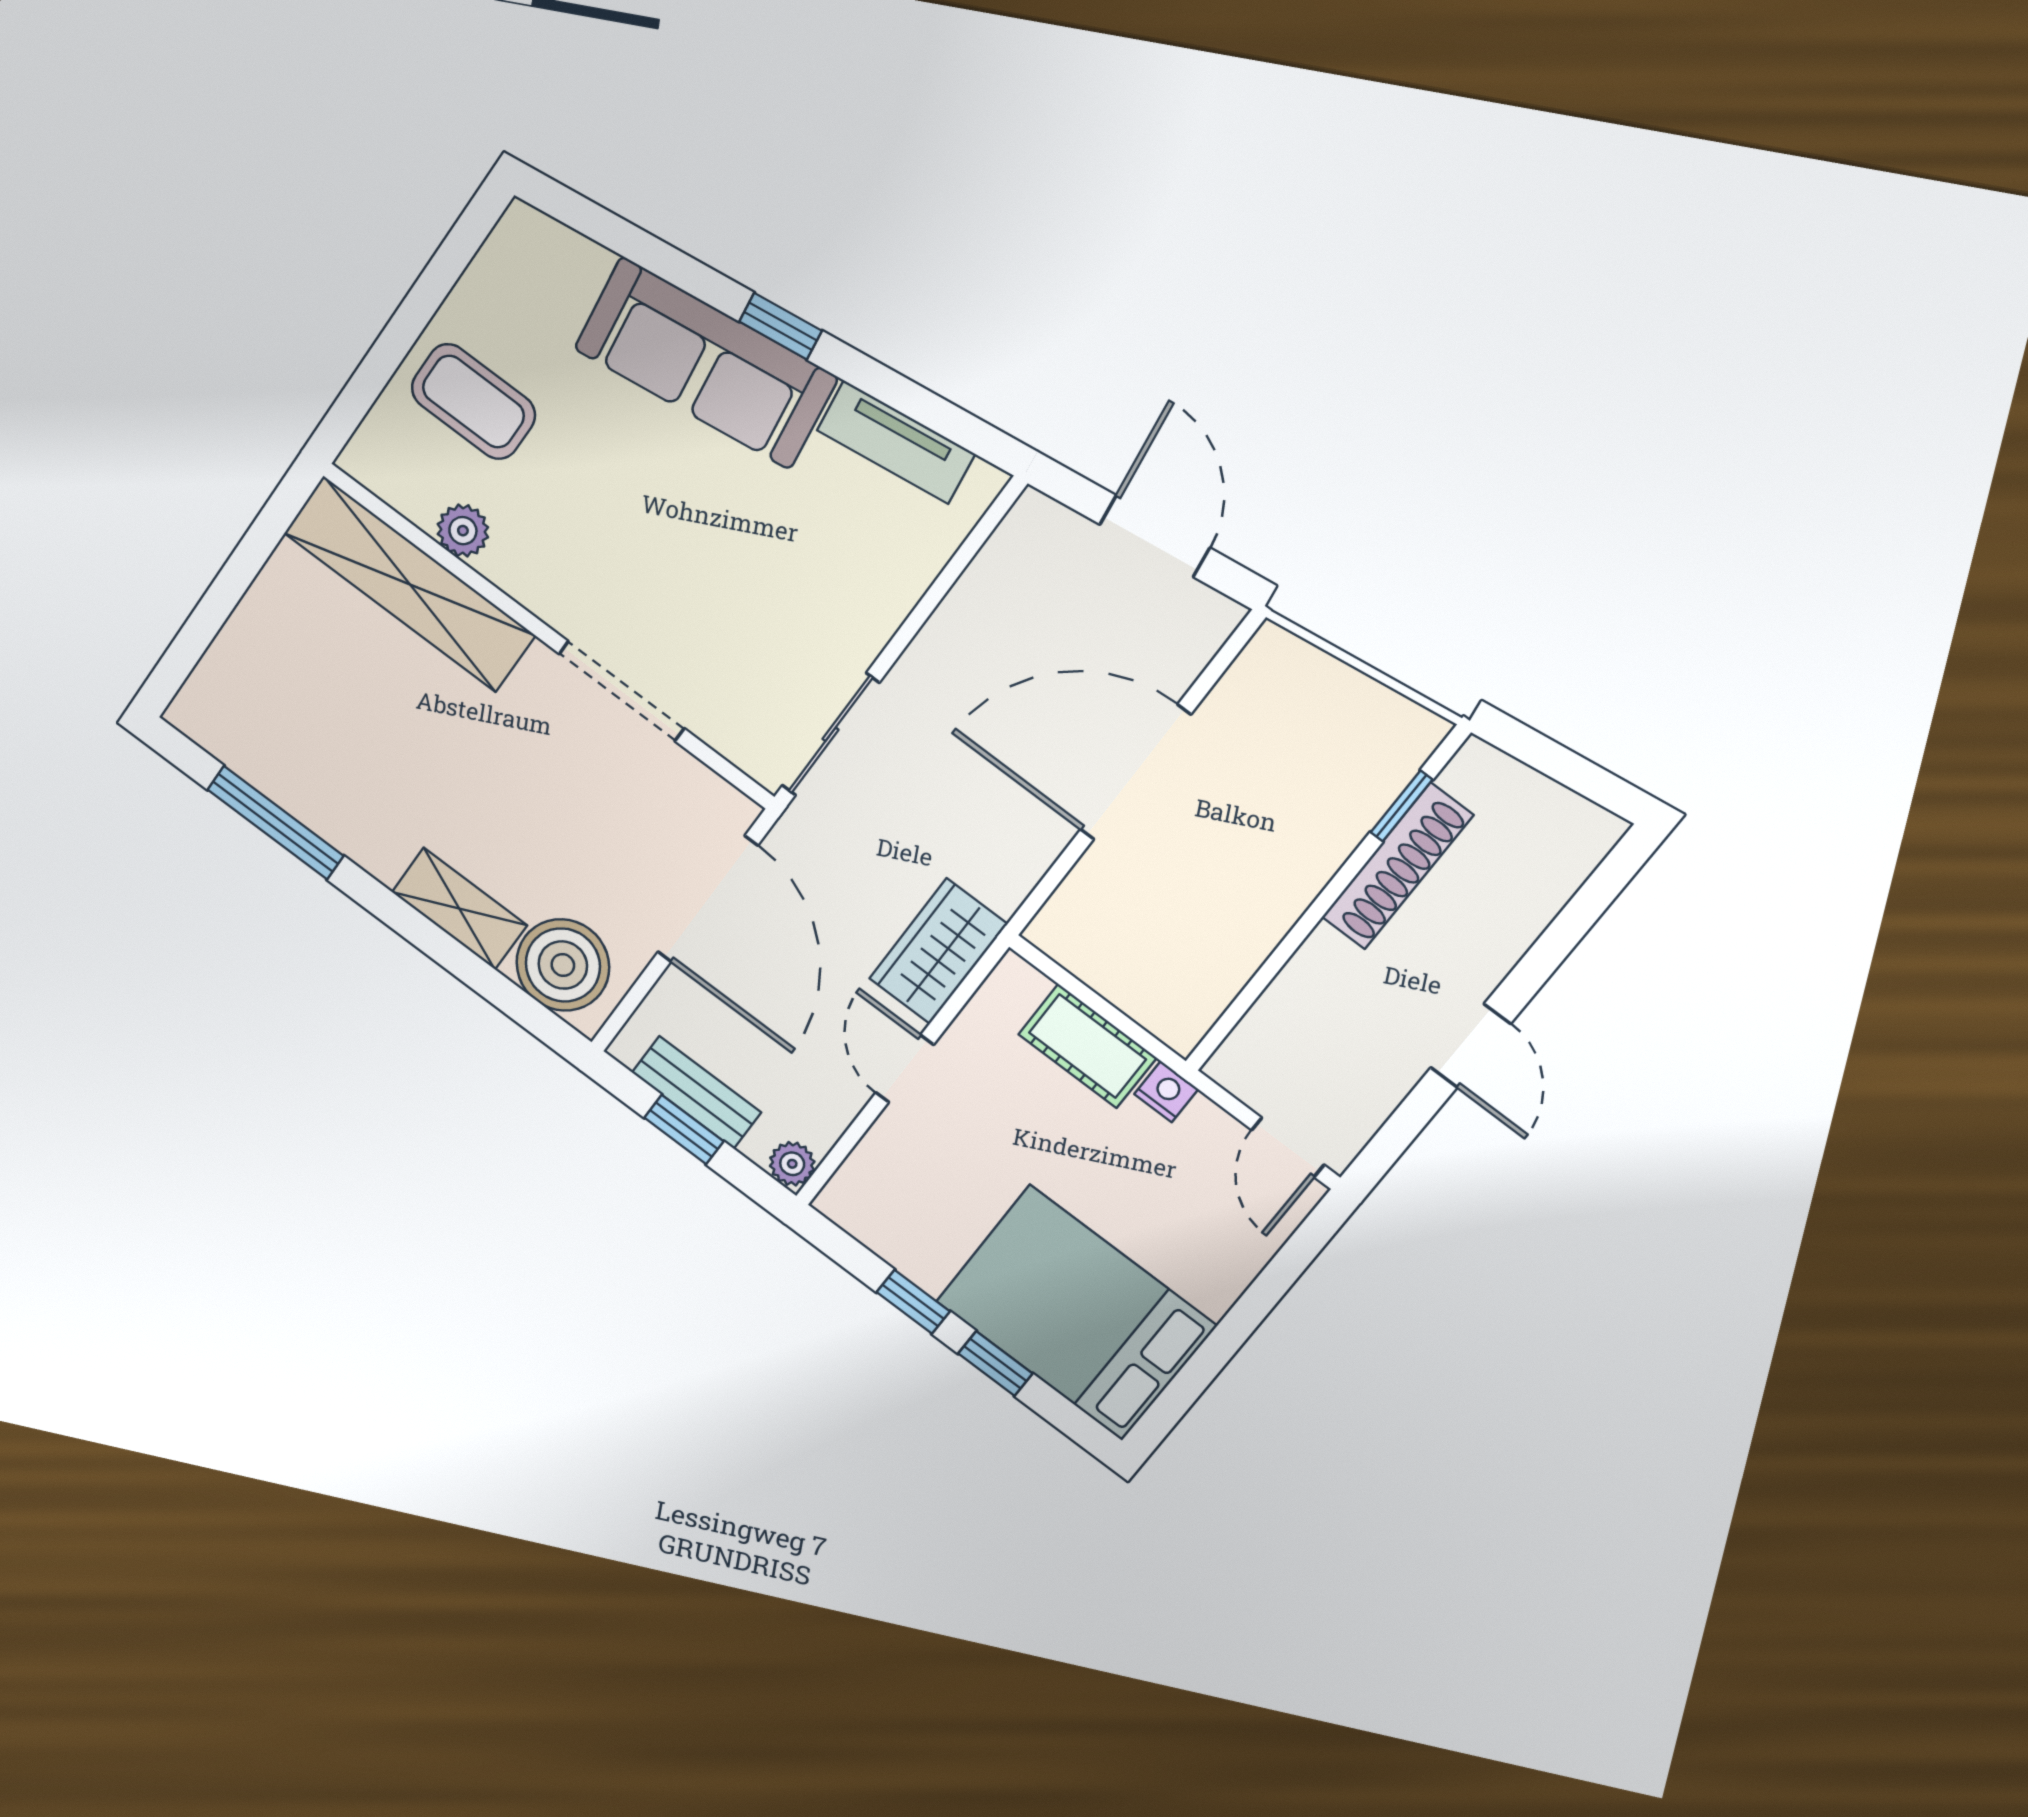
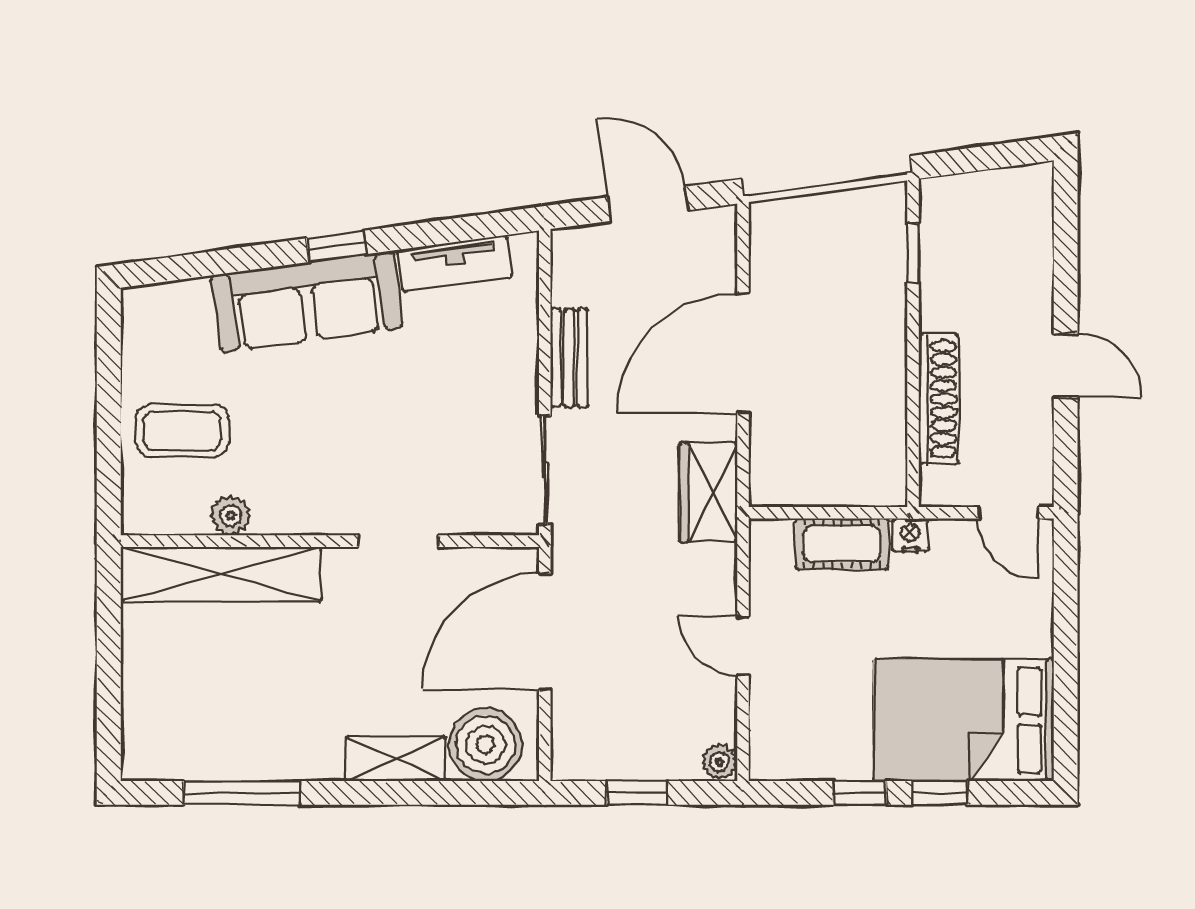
doorway: (622, 691) -> (399, 541), width x0.73
shoe rack: (1397, 866) -> (939, 399), moved
door: (708, 899) -> (545, 632), swing flipped
wardrobe: (938, 951) -> (708, 492), moved
bench: (697, 1092) -> (569, 358), moved, turned 90

